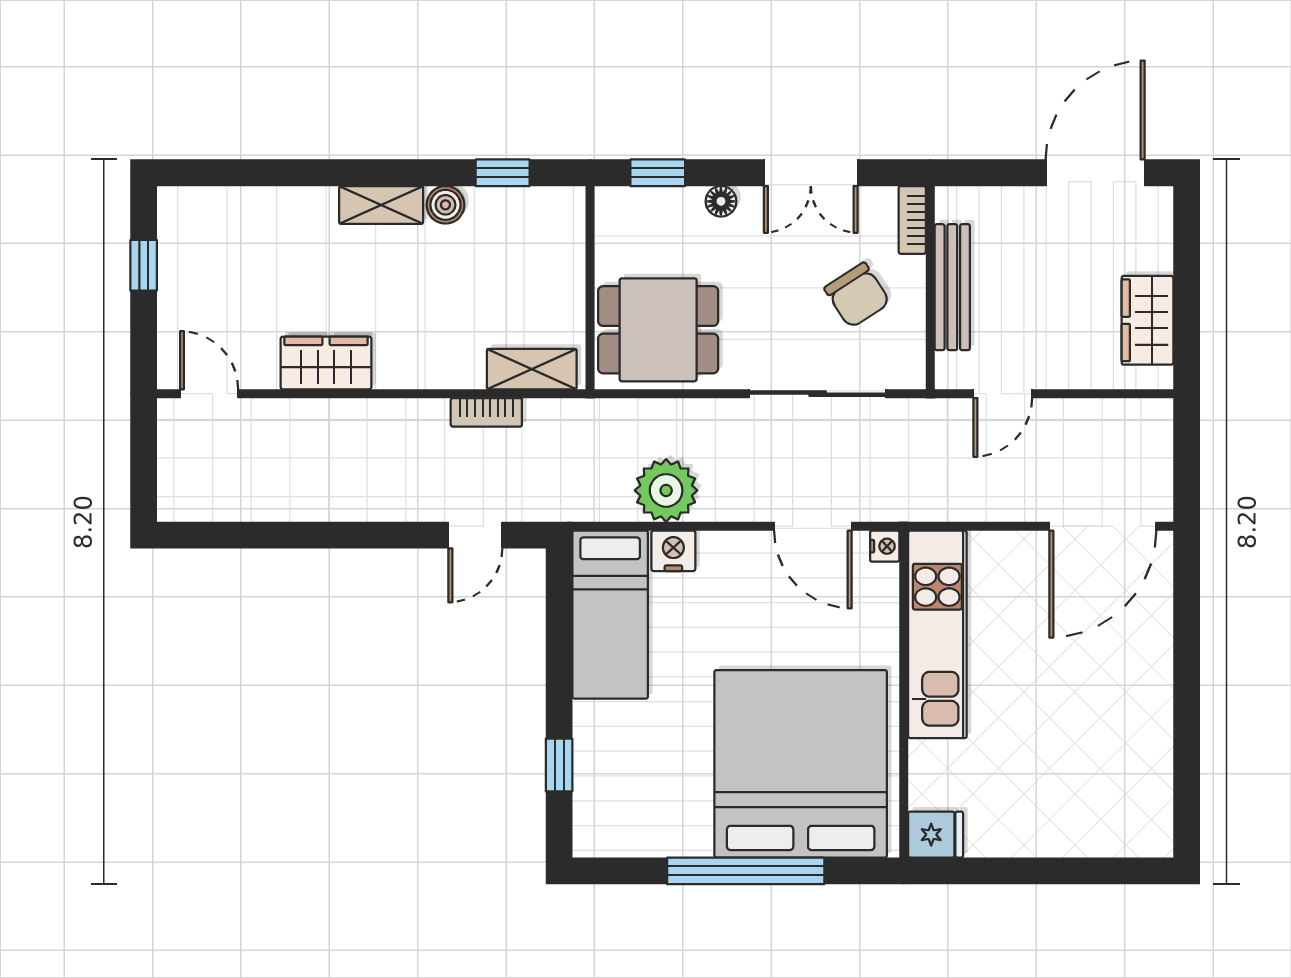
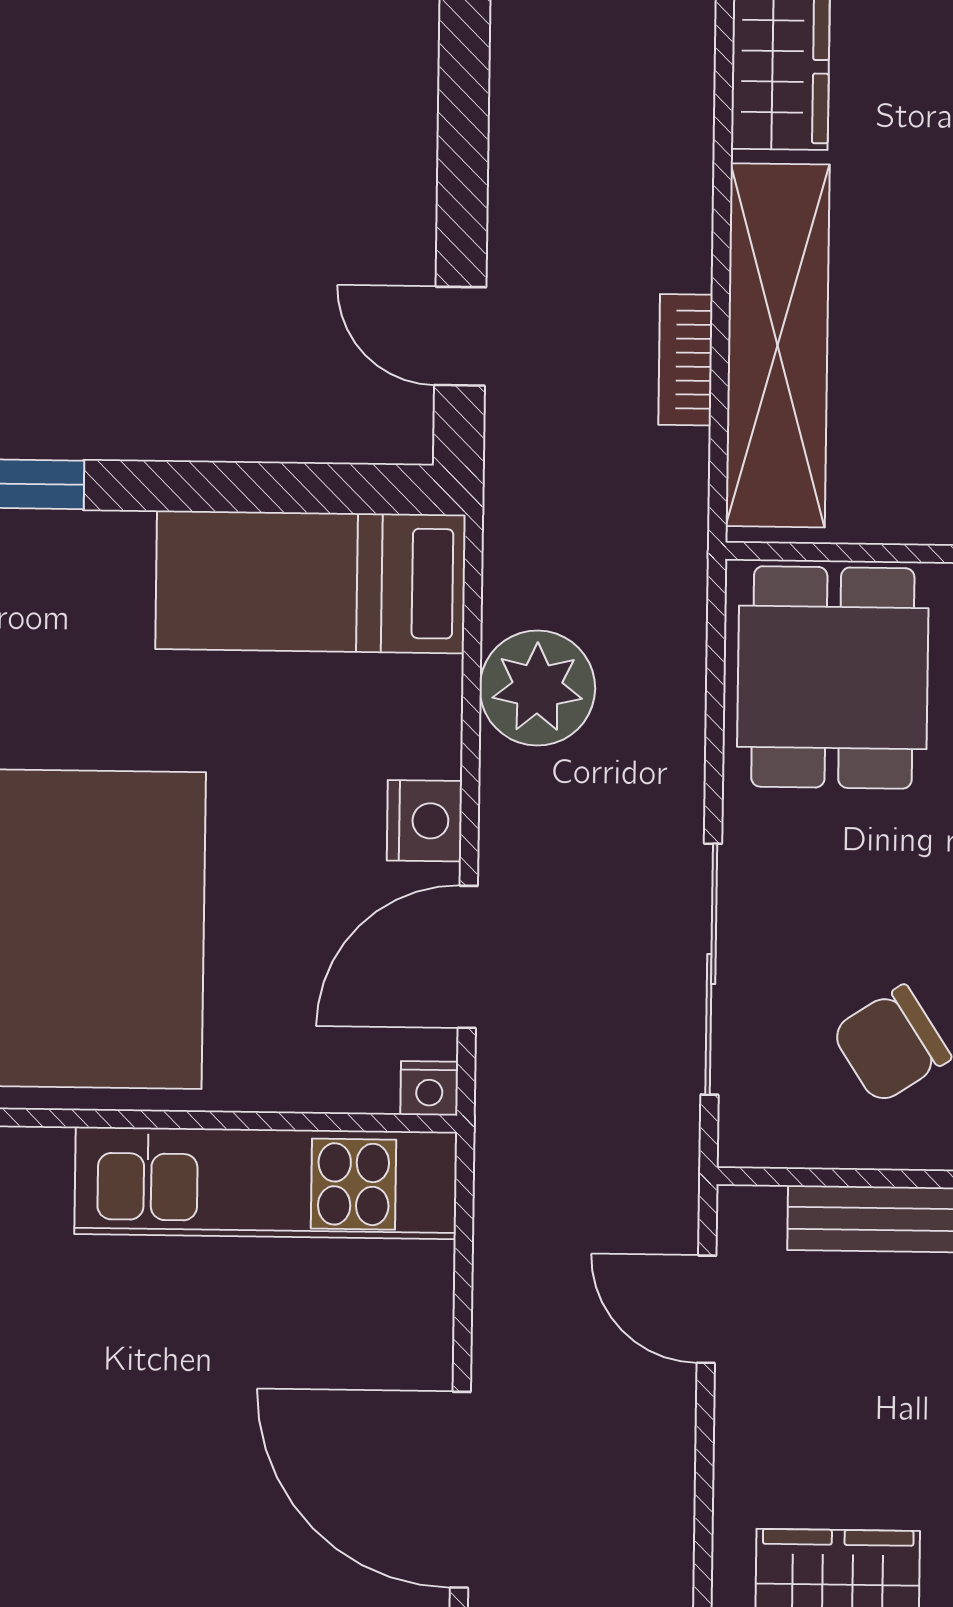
shelving: (532, 369) -> (778, 345), width x2.20, depth x1.33
nightstand: (673, 551) -> (424, 821), moved

